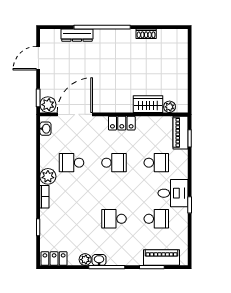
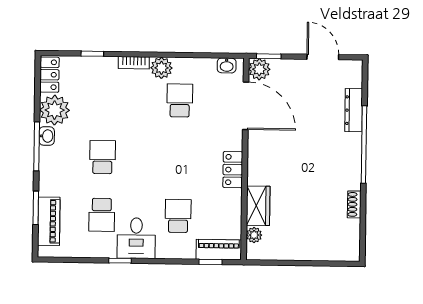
school desk: (114, 163) -> (179, 158), removed
school desk: (156, 163) -> (178, 216), turned 180
plant: (85, 260) -> (55, 110), width x1.87, depth x1.87

